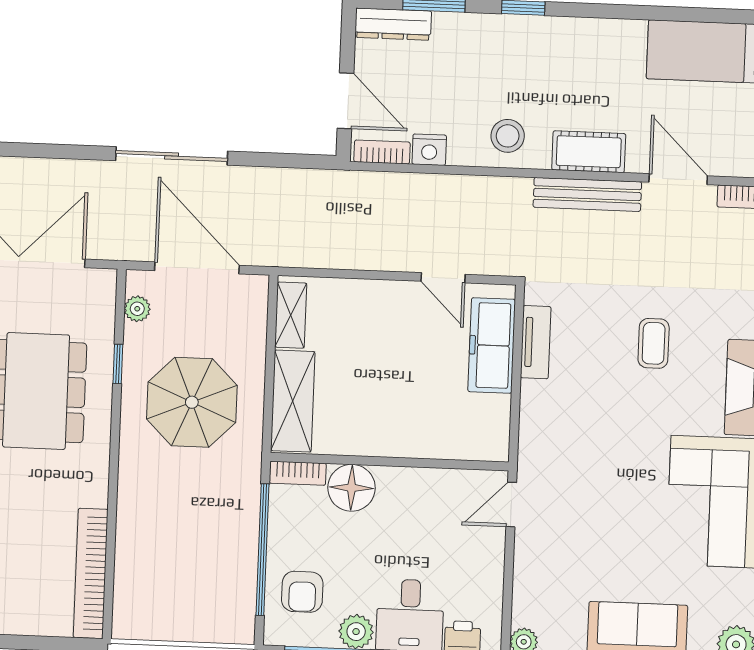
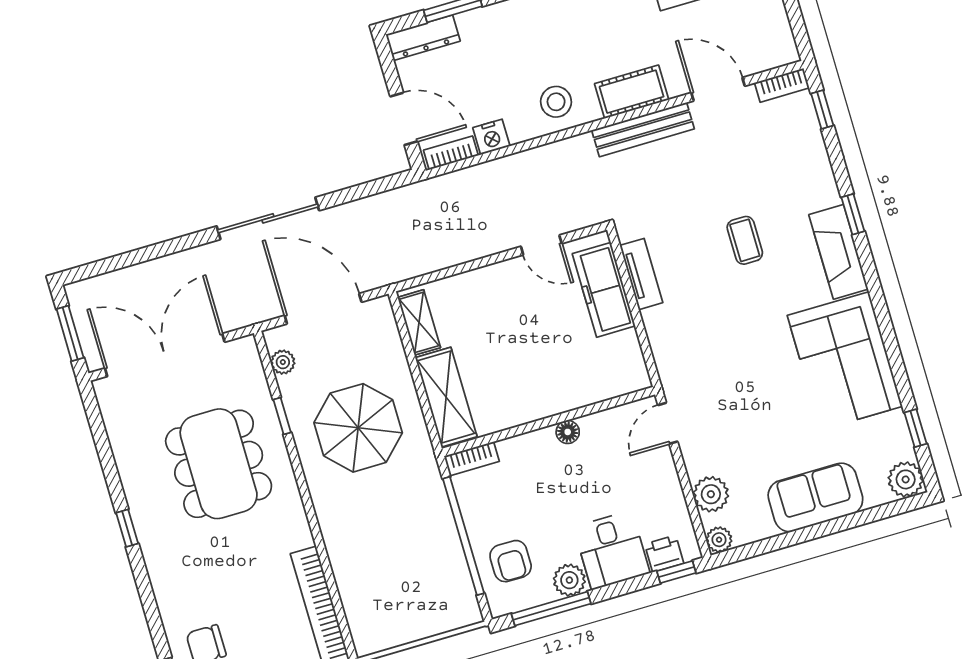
floor lamp: (352, 488) -> (568, 432), moved, width x0.53, depth x0.53
plant: (531, 592) -> (711, 494), added

